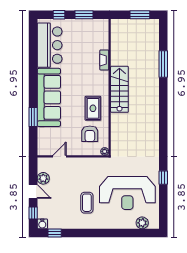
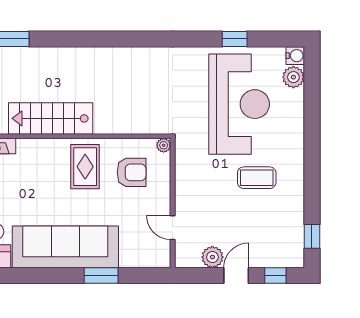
rug: (93, 108) -> (85, 167), turned 90
window: (163, 178) -> (235, 39), moved
water cooler: (42, 224) -> (295, 56), moved

